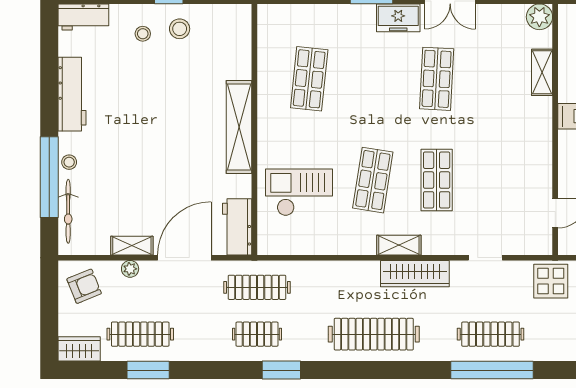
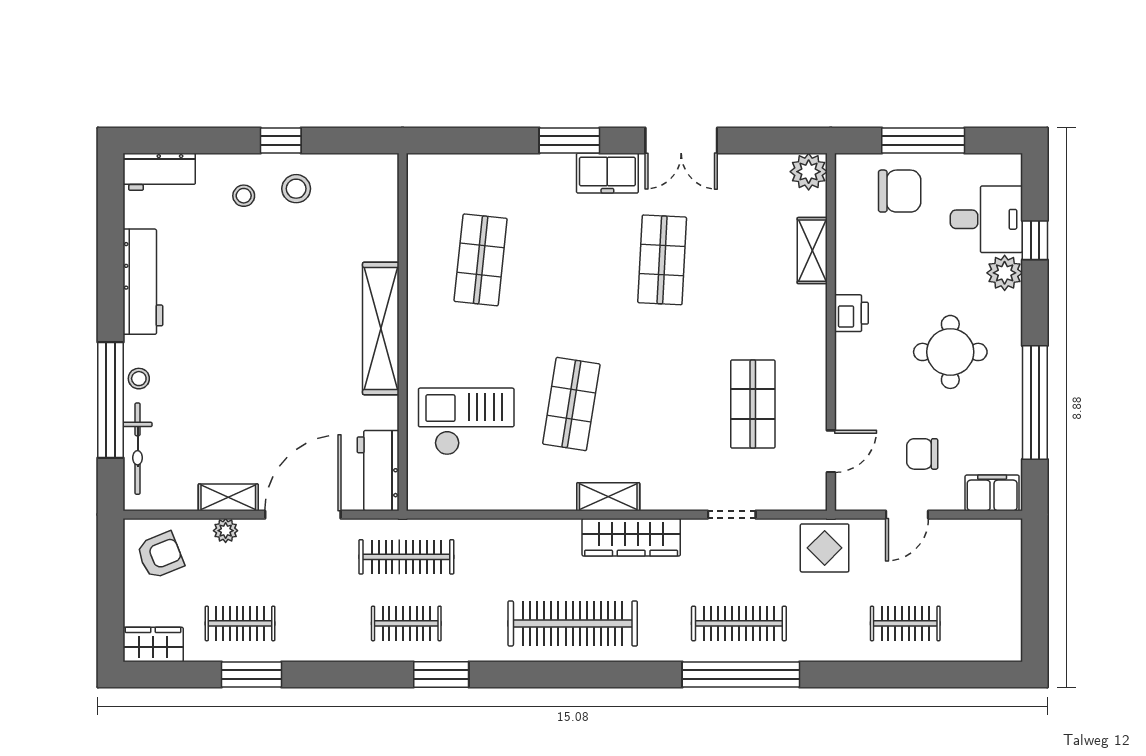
shop shelf: (437, 180) -> (753, 404), moved
clothes rail: (140, 334) -> (240, 623), width x0.73

